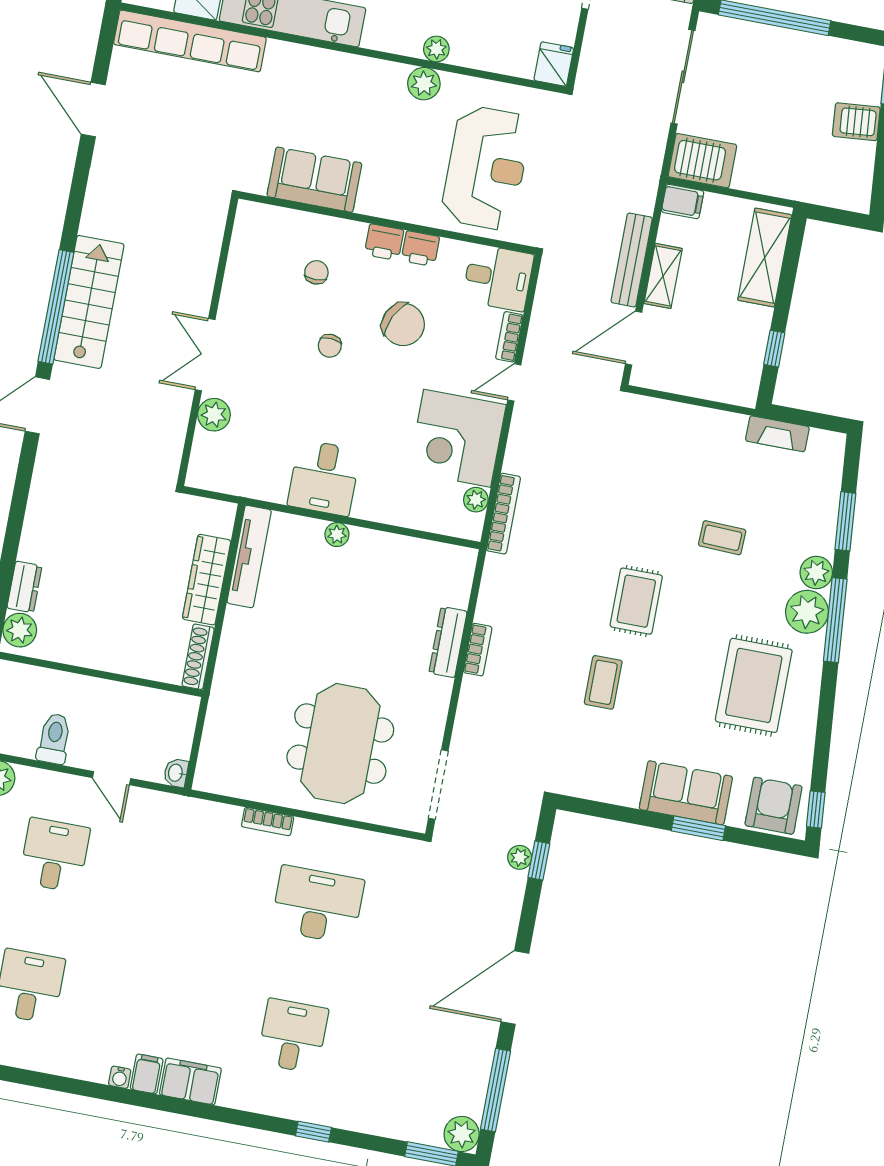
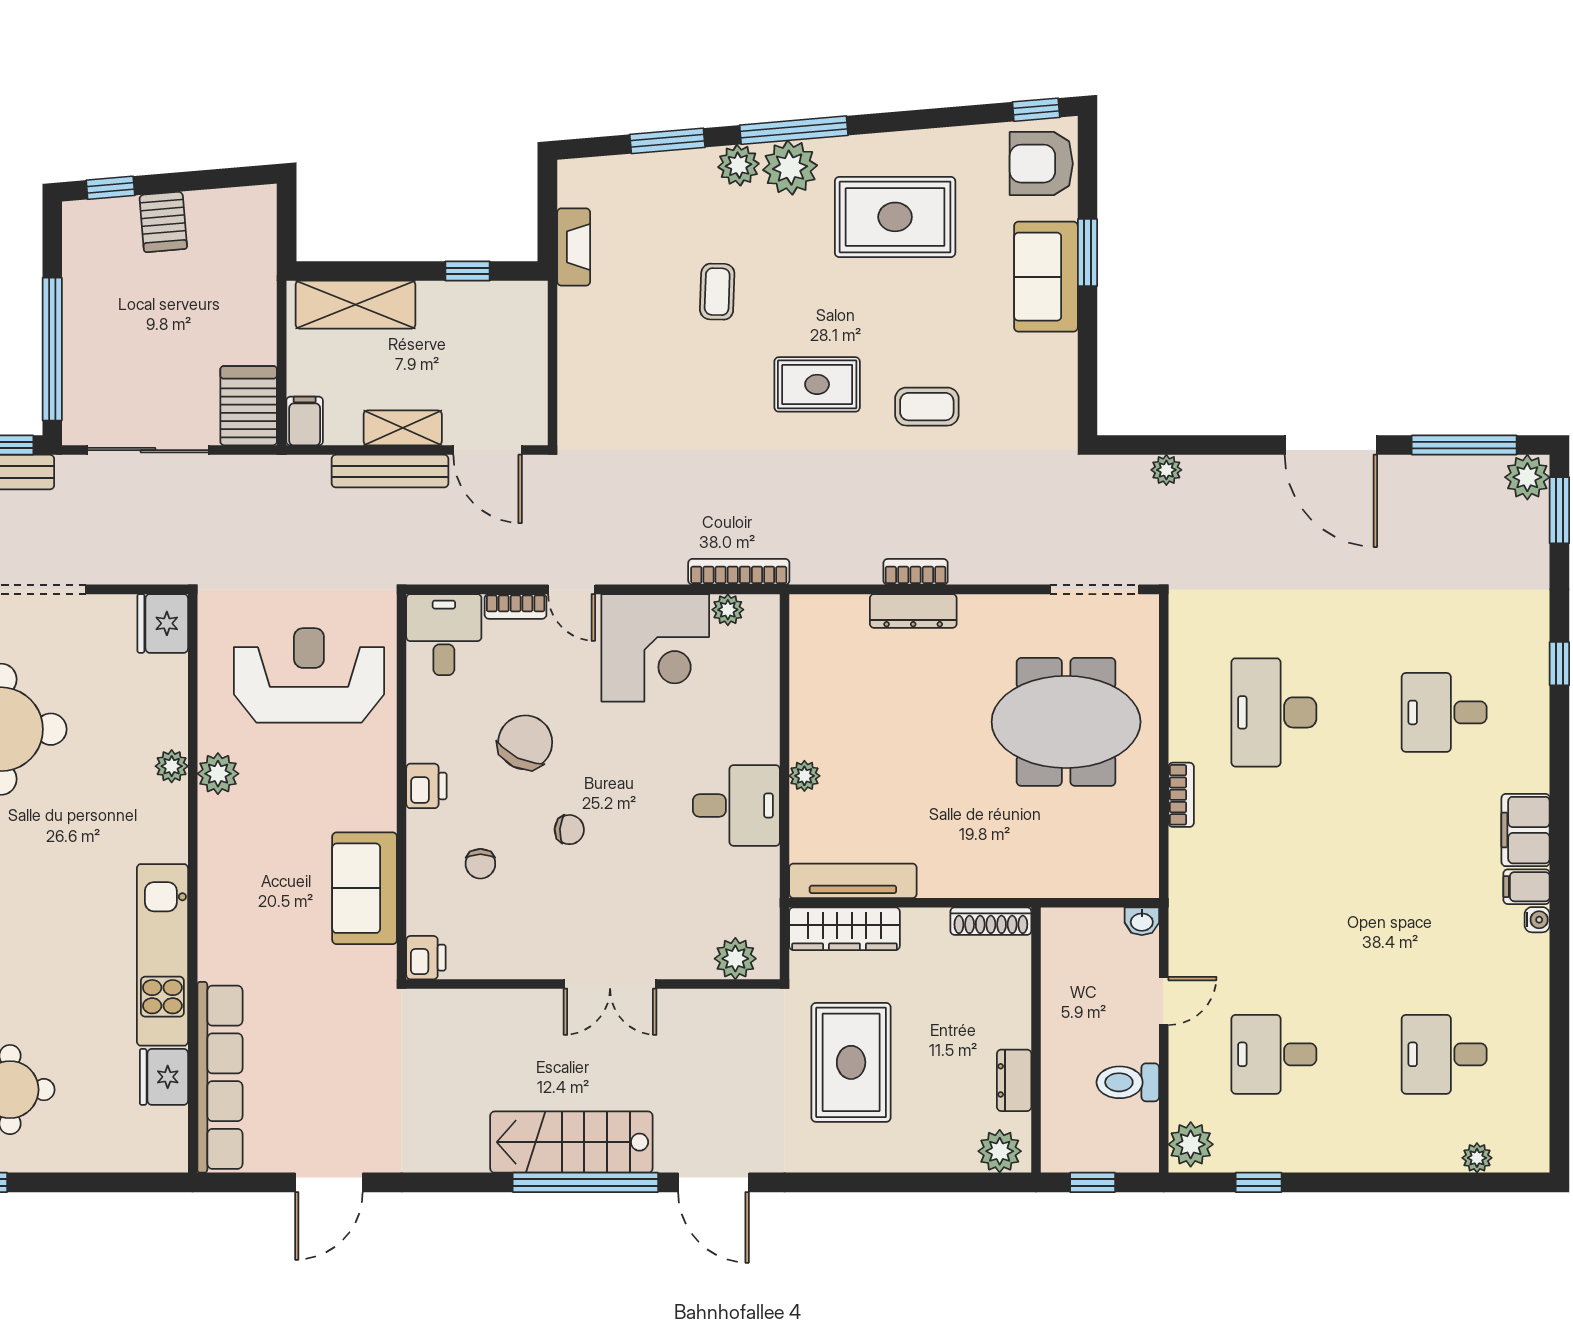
fridge: (554, 64) -> (163, 623), width x1.38
printer: (420, 249) -> (426, 958), moved
chair: (316, 272) -> (480, 864), turned -90
plant: (214, 415) -> (735, 959), moved
rug: (110, 529) -> (851, 1062), added
wardrobe: (207, 580) -> (844, 929), moved
dresser: (24, 587) -> (1014, 1080), moved, turned -90
window: (539, 860) -> (1166, 445), removed

